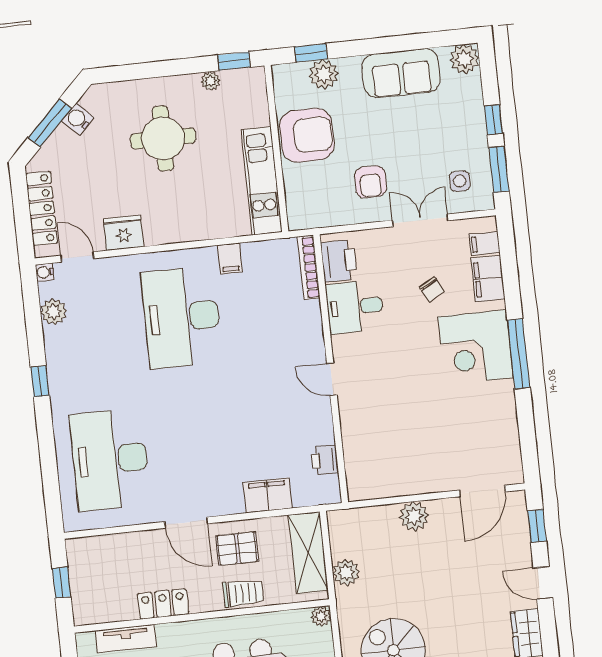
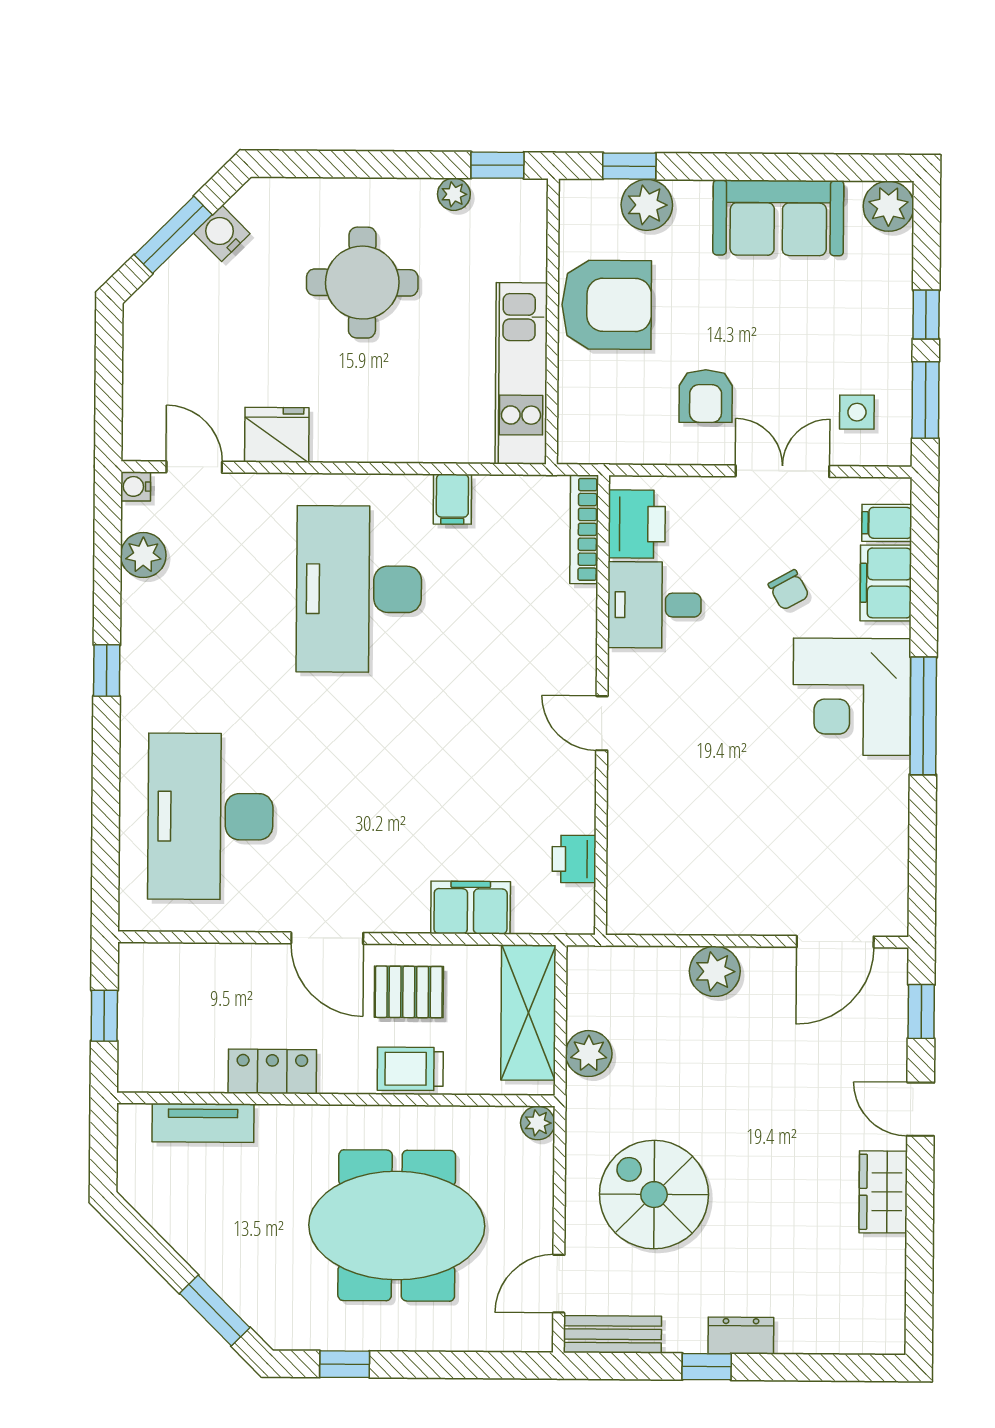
locker: (42, 208) -> (143, 378), removed
trolley: (243, 593) -> (410, 1069), turned 180

